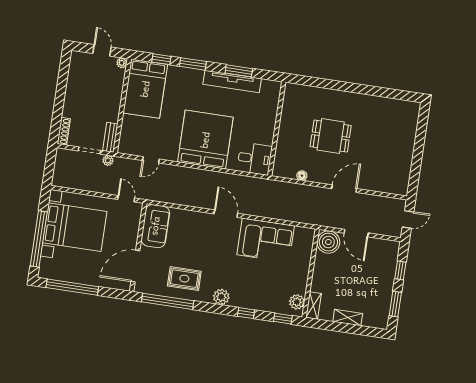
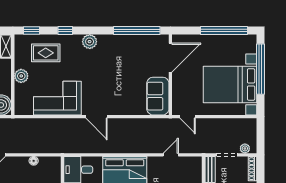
plant: (108, 160) -> (245, 148), moved
rug: (184, 279) -> (46, 53), moved
plant: (297, 302) -> (21, 76), moved

